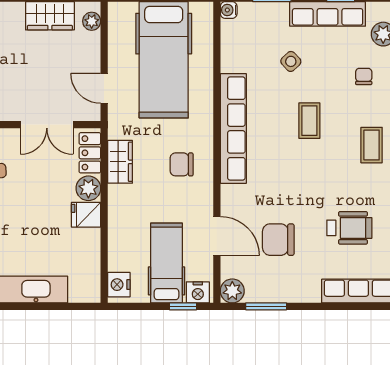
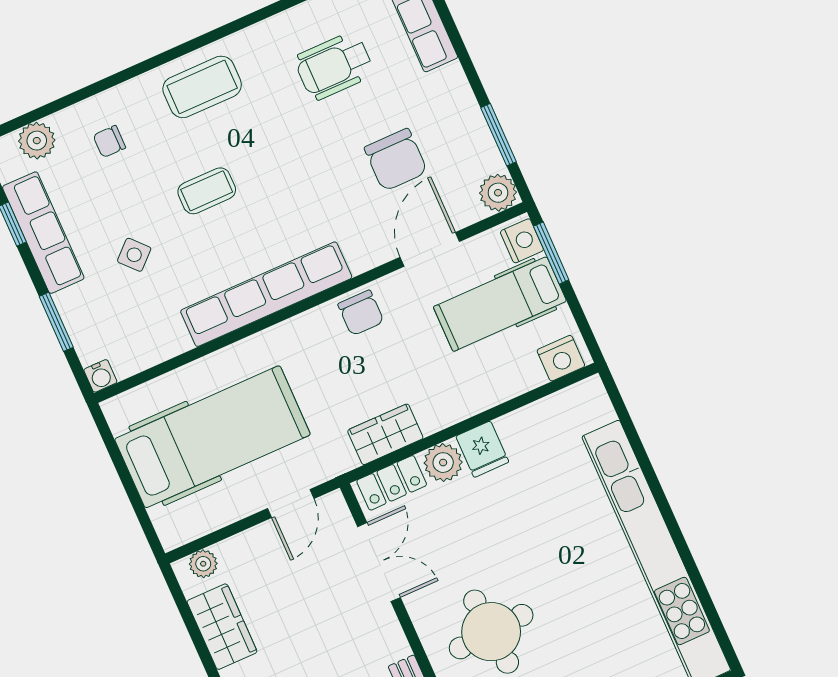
coffee table: (372, 145) -> (202, 87), width x1.36, depth x1.30
chair: (182, 164) -> (361, 313), moved
wheelchair: (349, 228) -> (334, 66), turned -90
window: (183, 306) -> (551, 253), width x1.50

